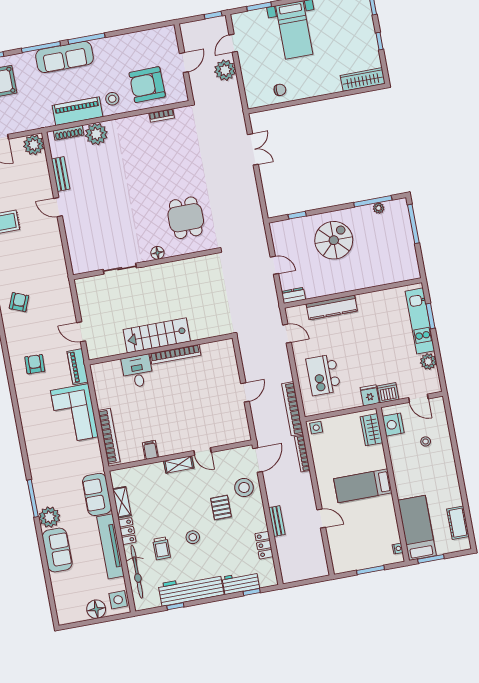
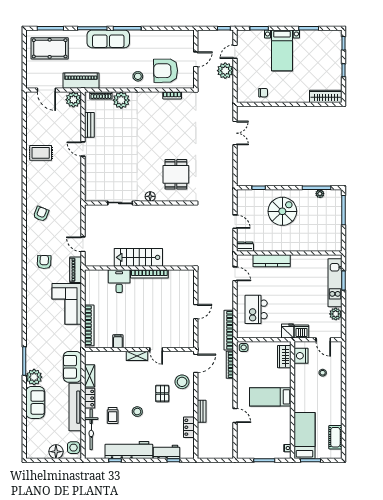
piano: (77, 111) -> (81, 81), moved

